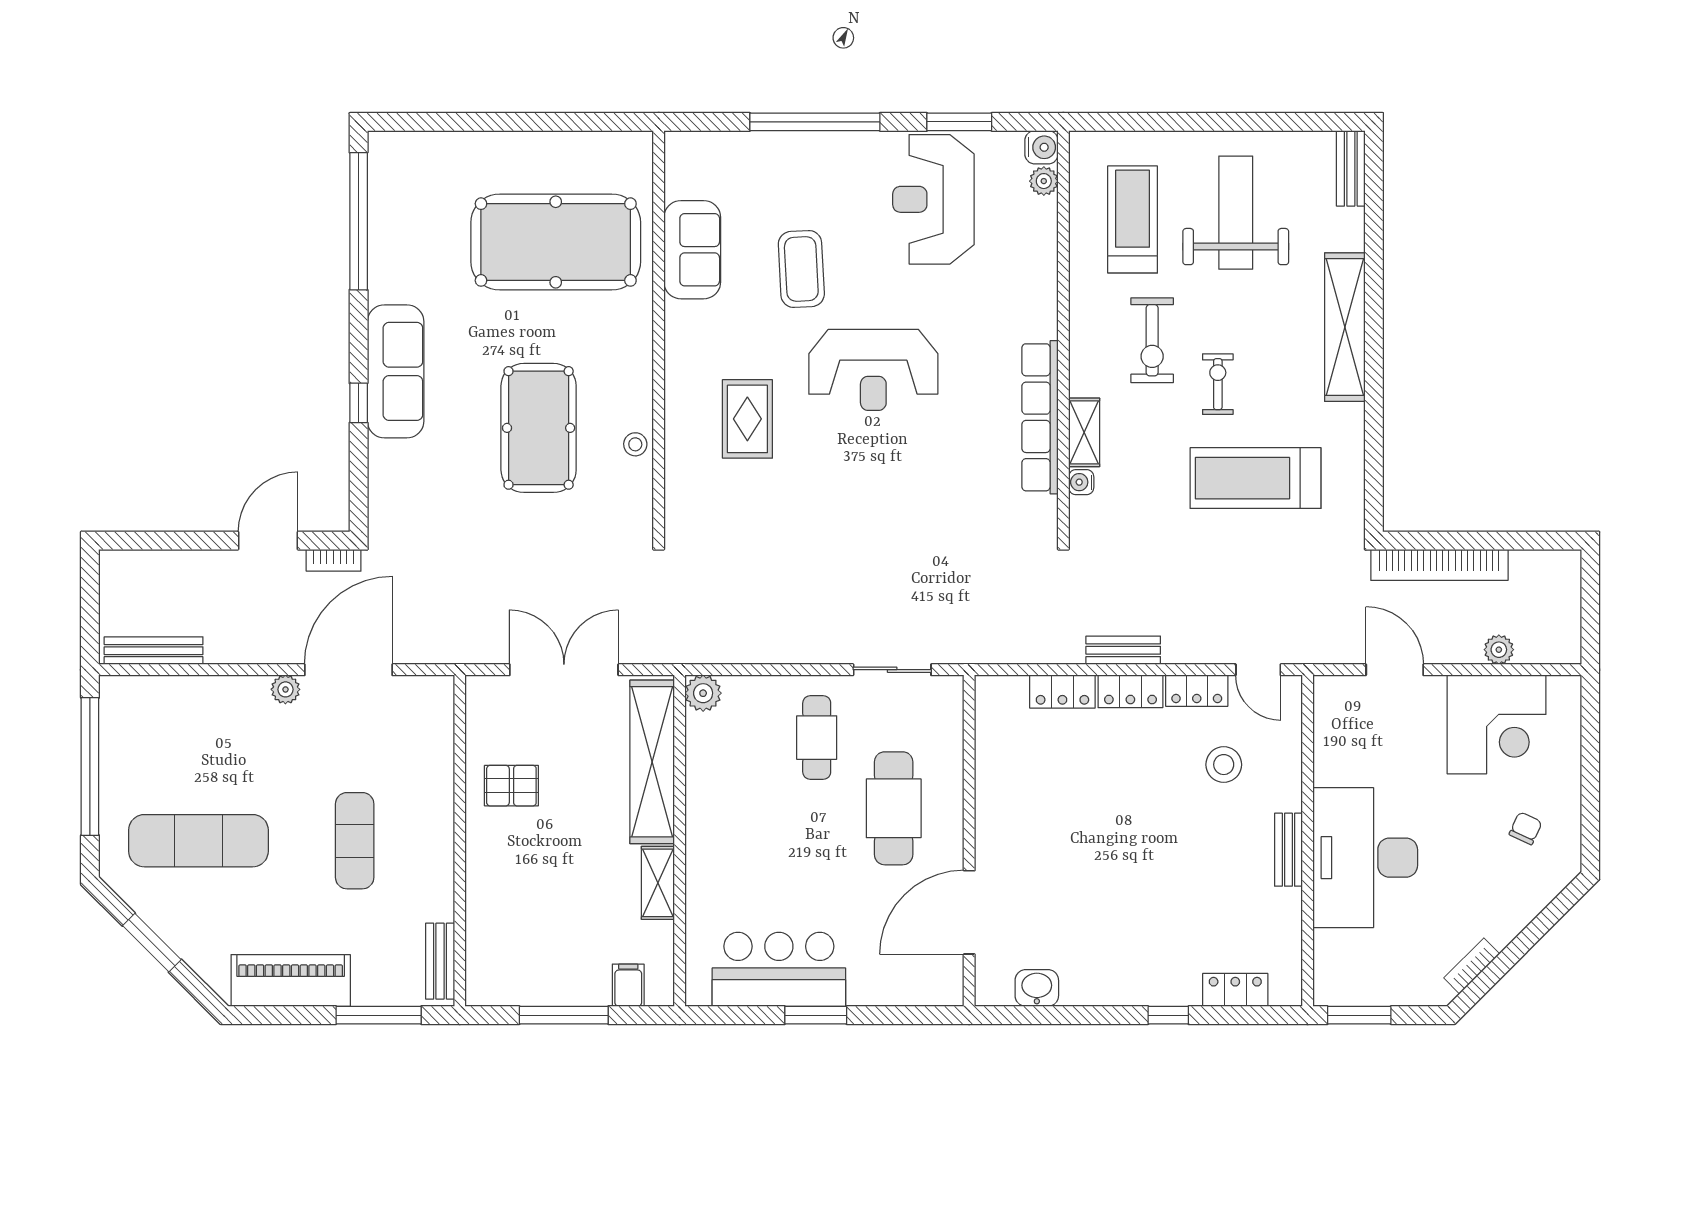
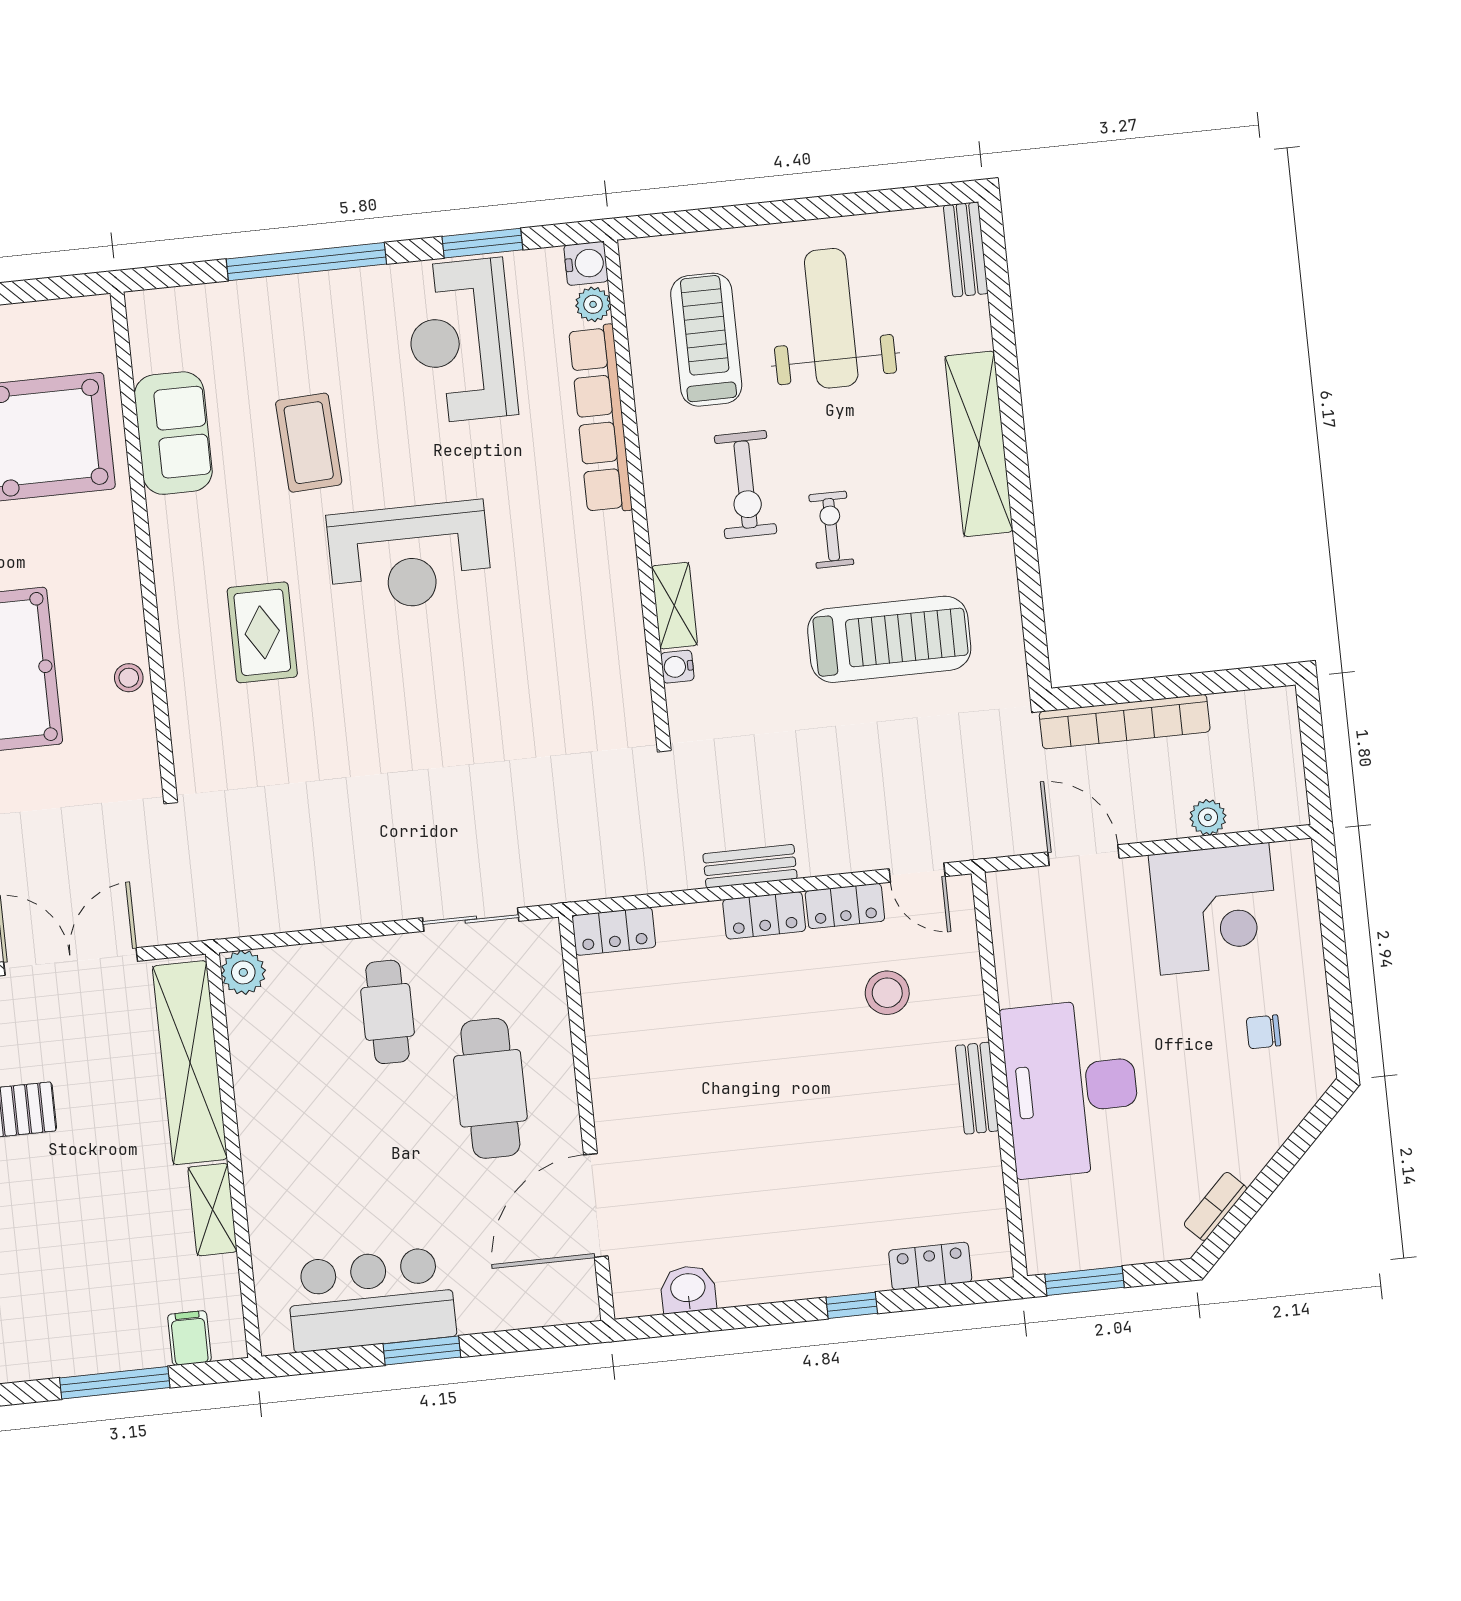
row of seats: (1040, 417) -> (600, 419), moved
treadmill: (1255, 478) -> (889, 639), turned 180
locker: (1062, 691) -> (614, 931), moved
chair: (1526, 828) -> (1263, 1032), turned -115

